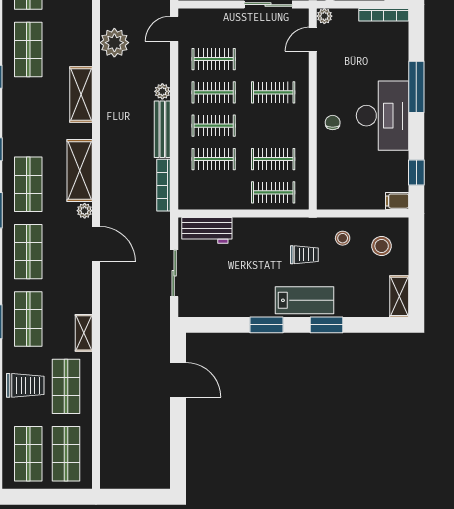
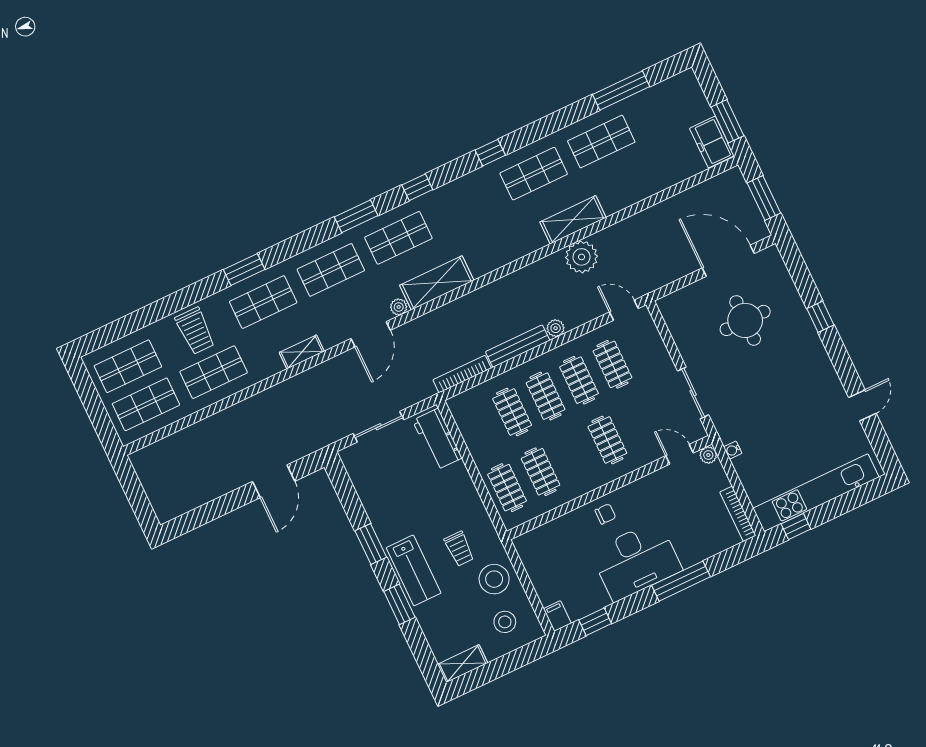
shelving: (81, 95) -> (573, 220), moved
stool: (343, 238) -> (494, 579), width x1.89, depth x1.89
shelving: (84, 333) -> (302, 352), moved

